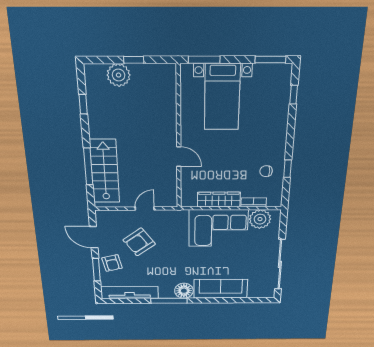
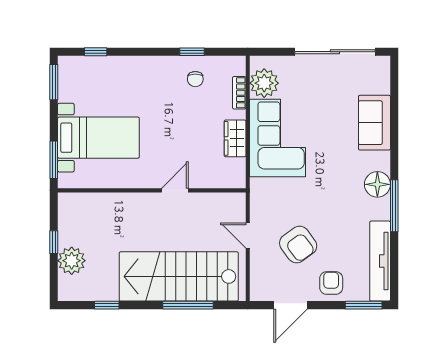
stairs: (105, 171) -> (179, 276), width x1.36, depth x1.51
wardrobe: (219, 199) -> (235, 138), width x0.67
armchair: (112, 263) -> (331, 283), turned -77
window: (96, 270) -> (364, 305), moved
sofa: (221, 289) -> (374, 123), width x0.73

